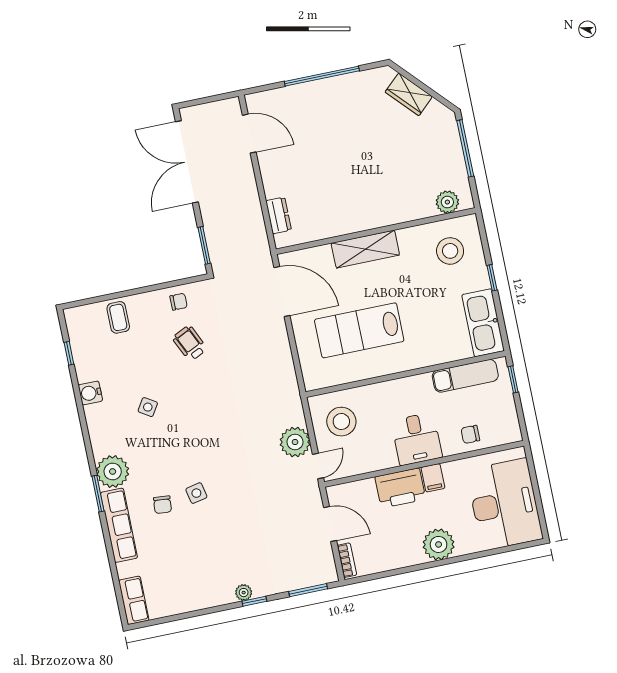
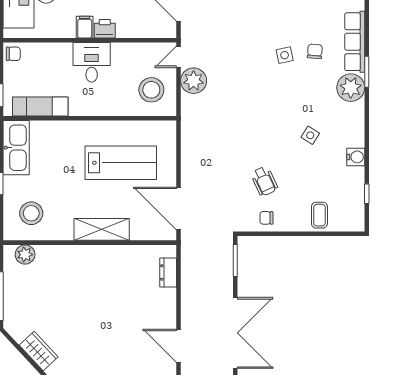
chair: (470, 434) -> (13, 54), moved
printer: (400, 488) -> (105, 29), width x0.53, depth x0.68

